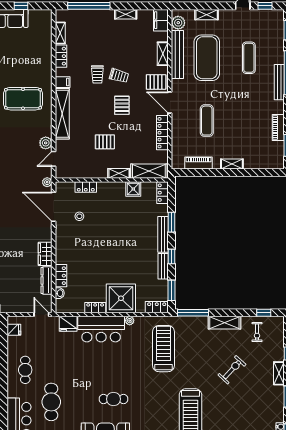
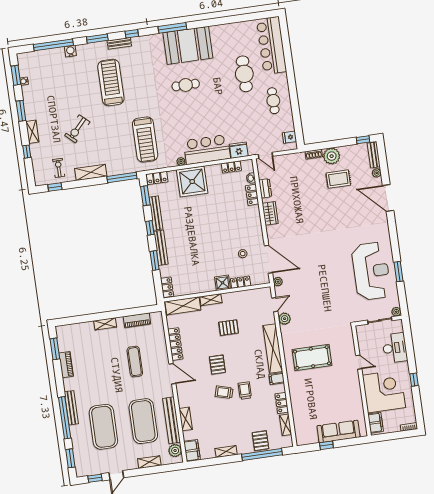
exercise mat: (249, 58) -> (103, 427), width x2.00, depth x1.45
pallet: (156, 82) -> (260, 441), moved, turned 90
shower: (133, 189) -> (223, 283), moved
bench: (163, 266) -> (156, 213), width x1.36
dresser: (46, 280) -> (265, 188), width x0.70
locker: (95, 308) -> (231, 167), moved

